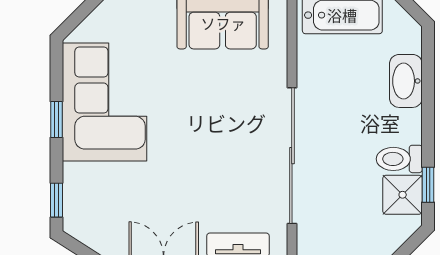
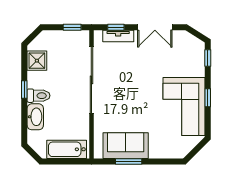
toilet: (399, 159) -> (39, 96), moved
window: (428, 185) -> (24, 89), moved

